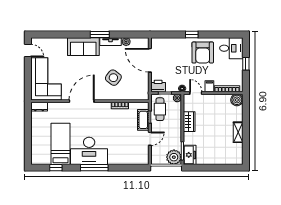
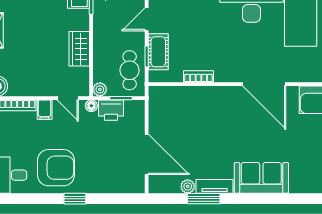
window: (100, 34) -> (204, 199), moved
armchair: (203, 53) -> (56, 168), turned 90
side table: (113, 78) -> (210, 124), removed
printer: (158, 86) -> (111, 110), moved
door: (82, 101) -> (264, 84), hinge flipped

